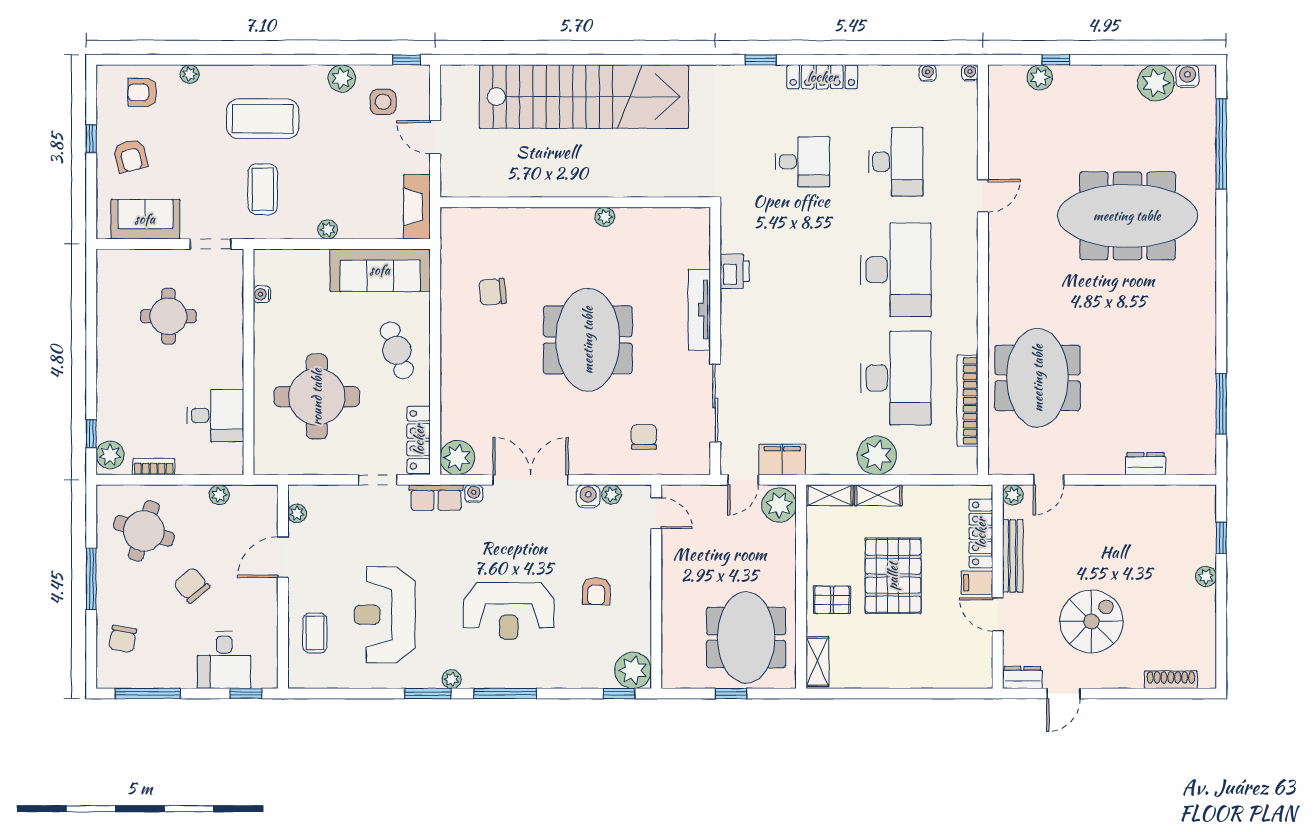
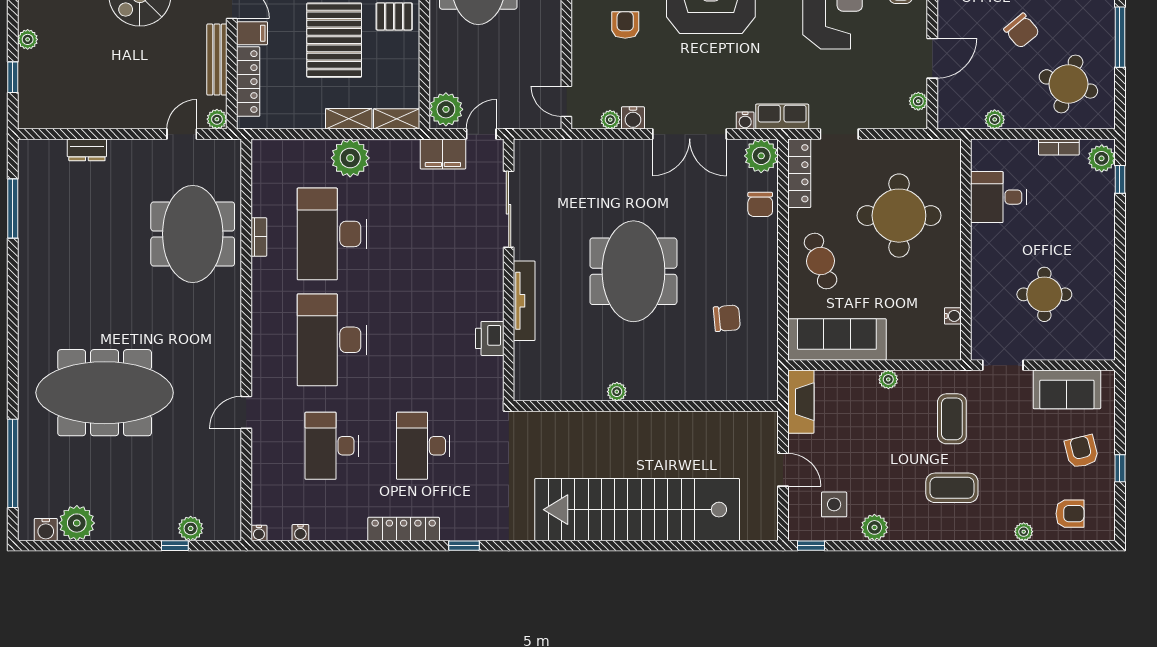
coffee table: (263, 119) -> (952, 488), width x0.73, depth x0.76
desk: (802, 162) -> (423, 446), width x1.37
bookcase: (968, 401) -> (259, 237), width x0.43, depth x0.76
chair: (644, 437) -> (760, 204), moved

